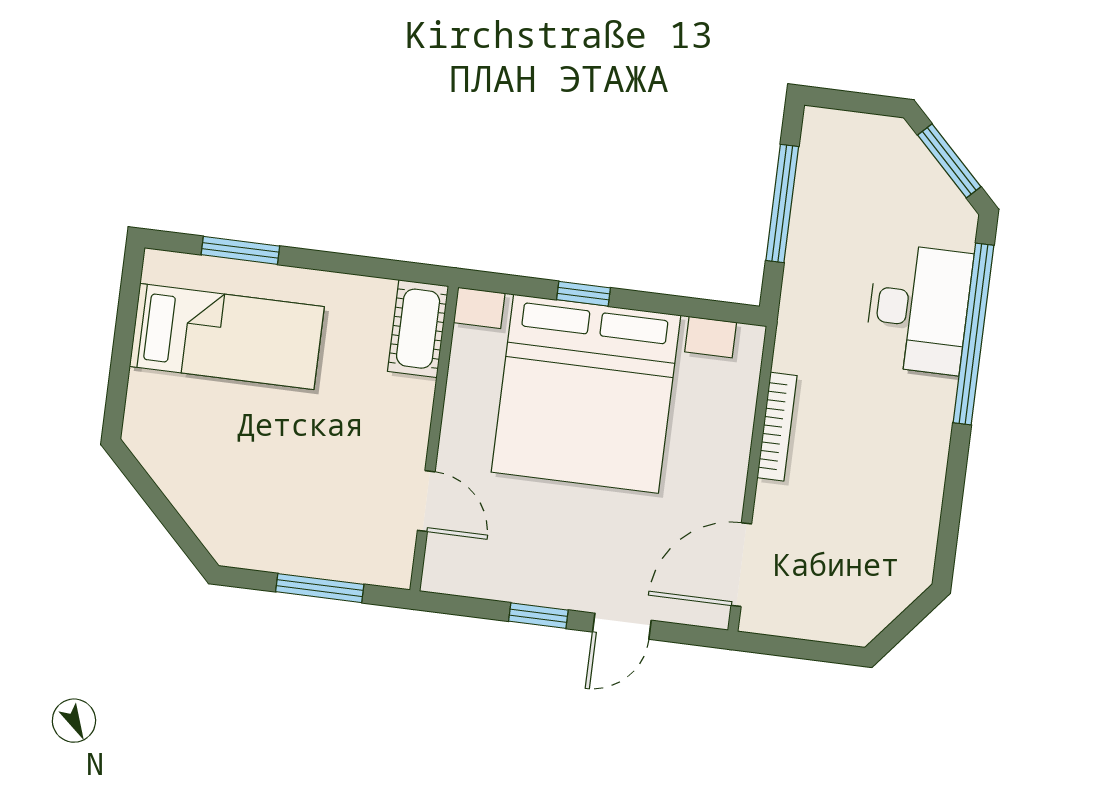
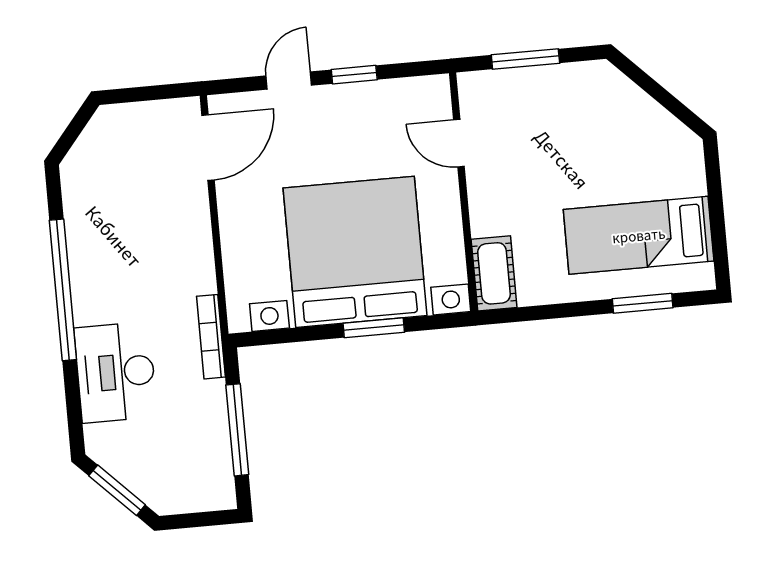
window: (583, 294) -> (374, 328), width x1.50
window: (973, 334) -> (63, 290), moved
bookcase: (777, 427) -> (211, 337), moved

